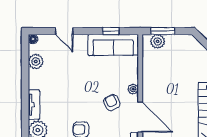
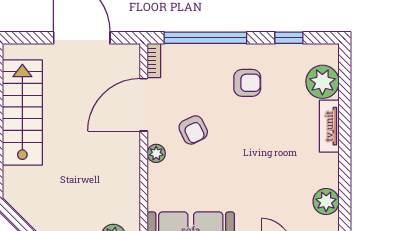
door: (140, 117) -> (144, 105), hinge flipped

